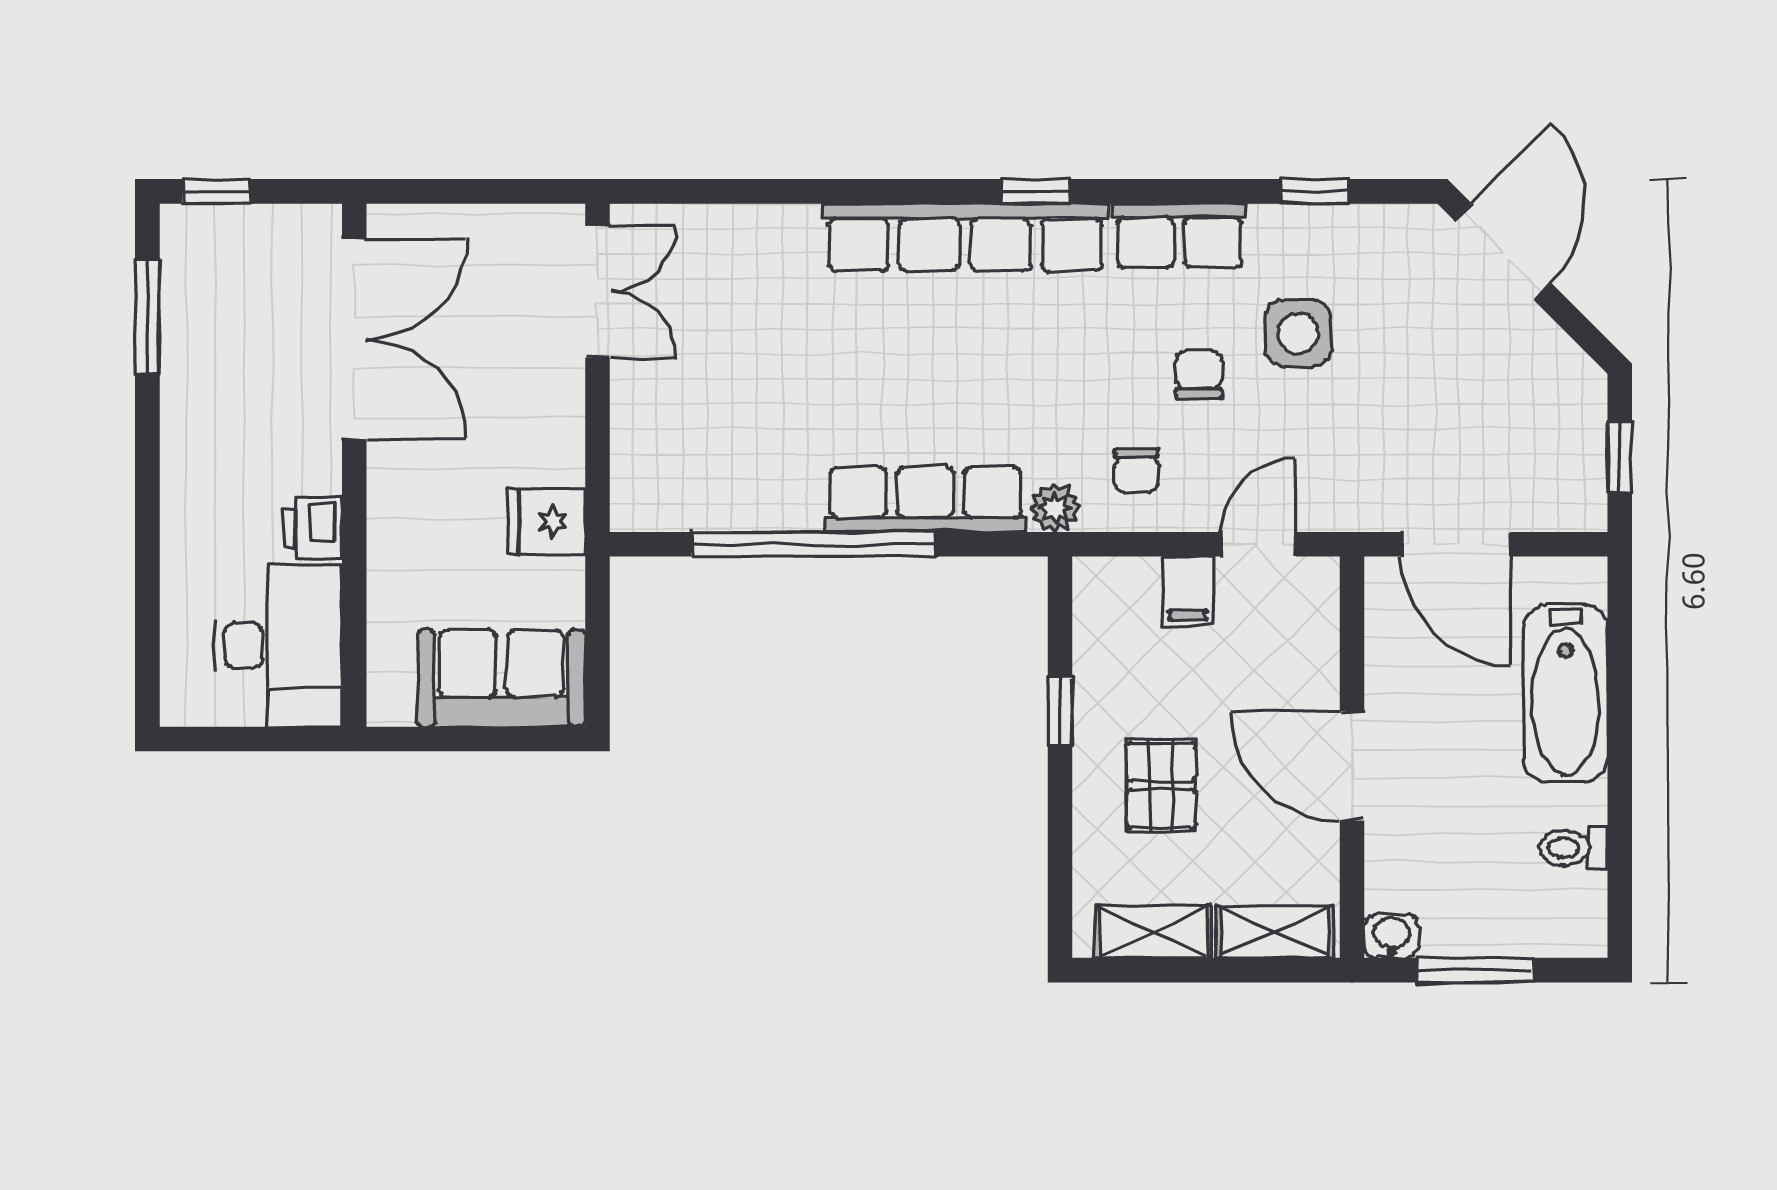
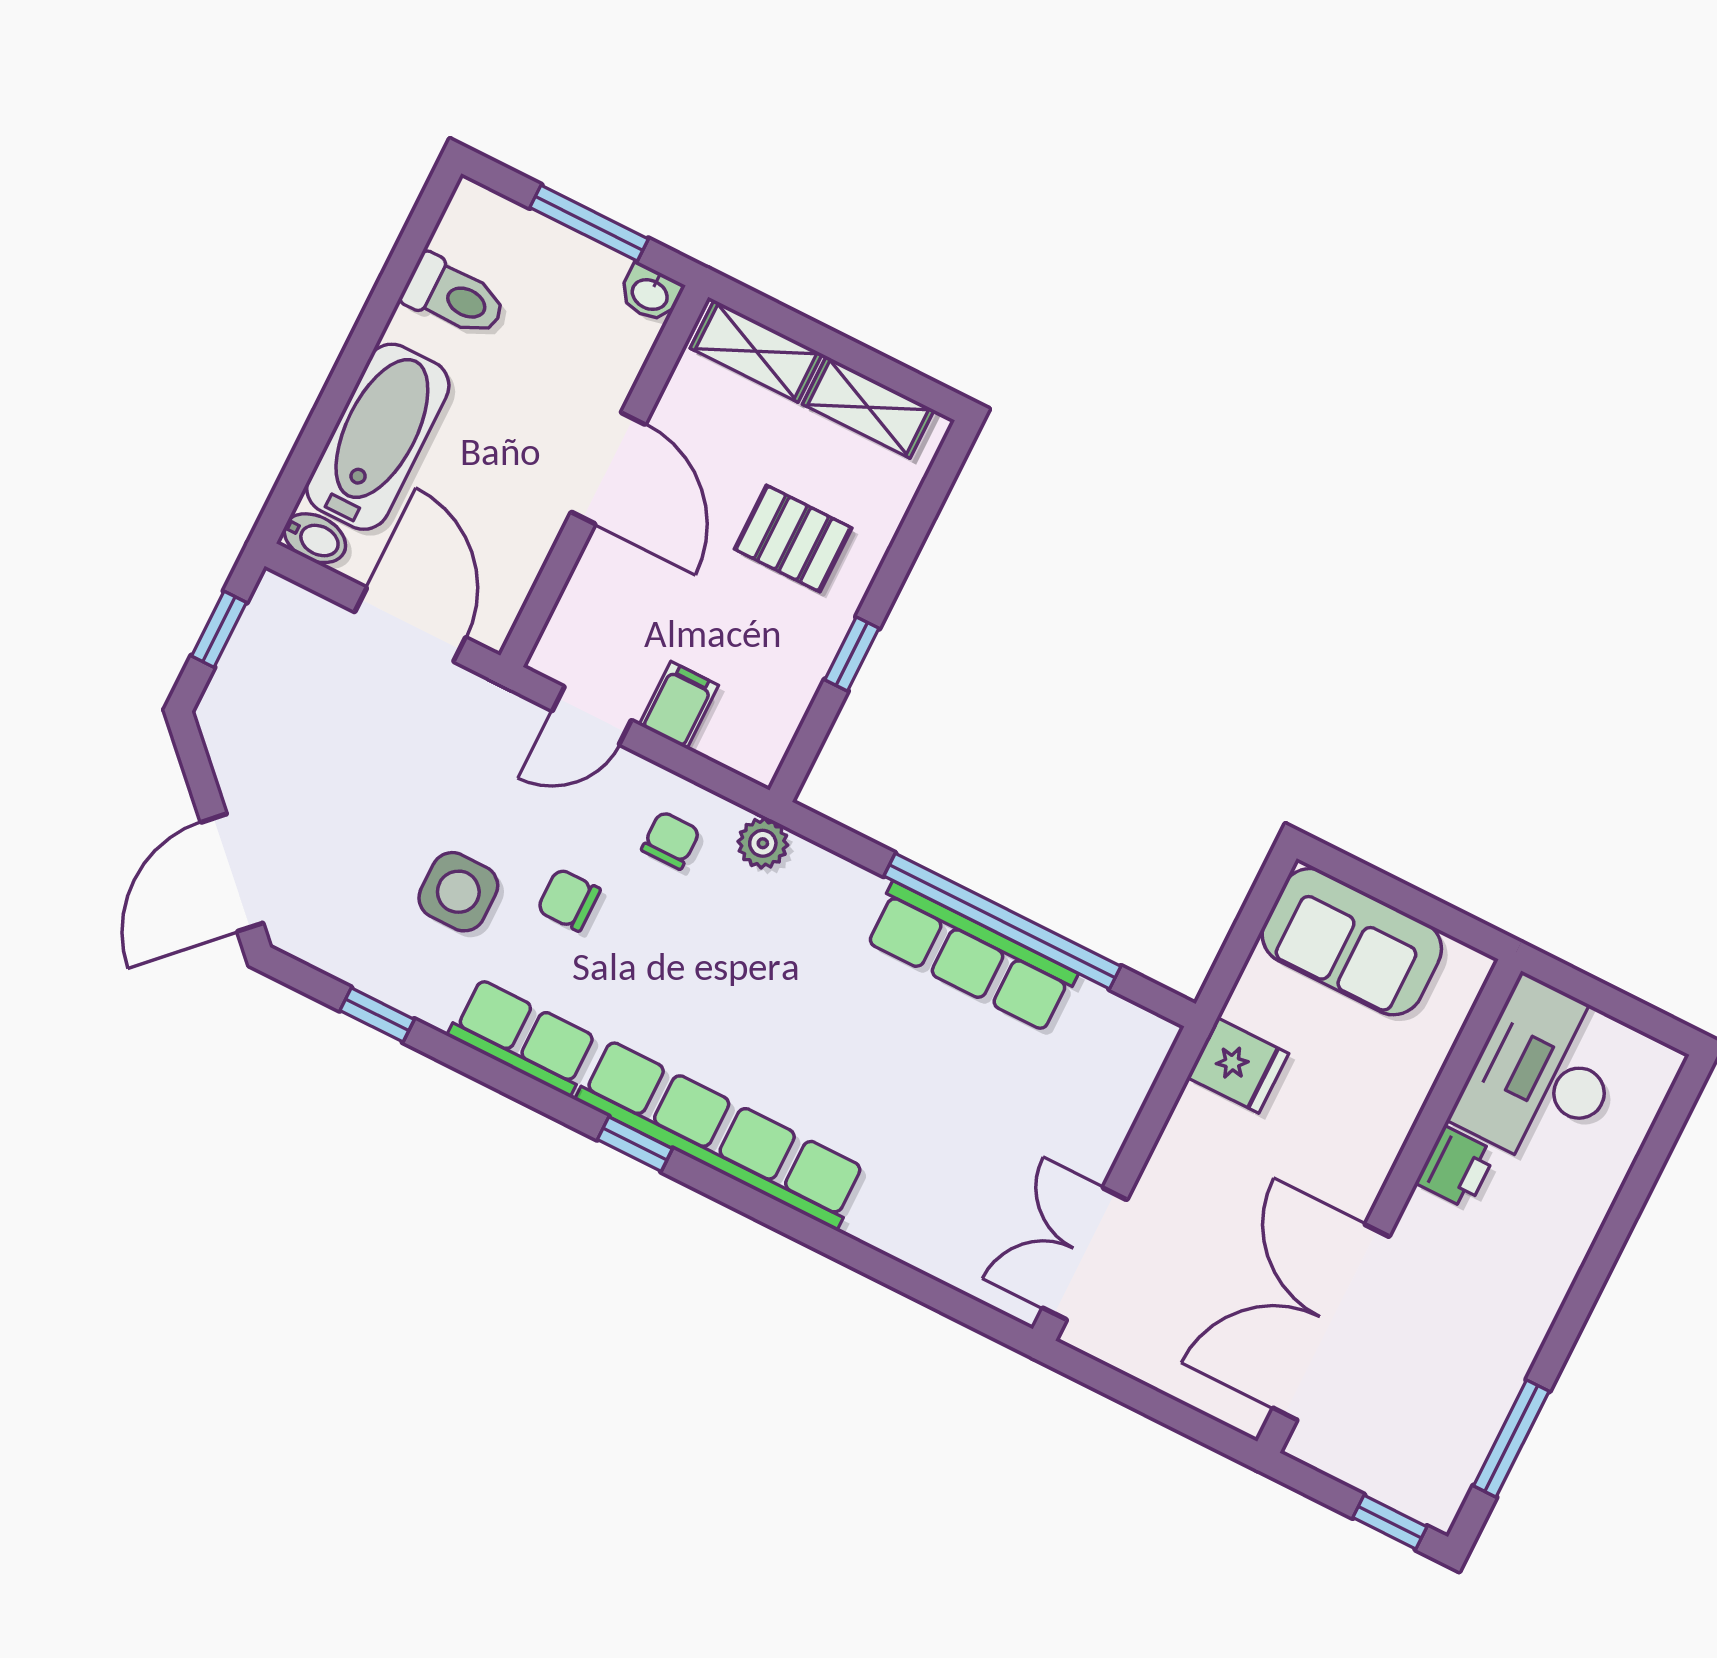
chair: (1199, 374) -> (569, 900), turned 90
row of seats: (925, 499) -> (971, 957), moved
bidet: (1576, 578) -> (315, 538), added
pallet: (1161, 785) -> (793, 538), turned 90
toilet: (1573, 848) -> (454, 296), width x1.37, depth x1.39

